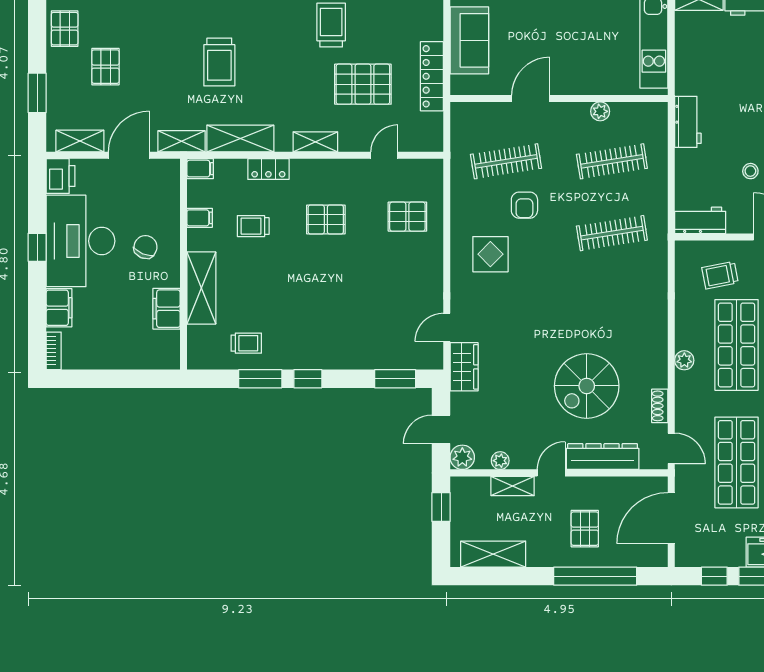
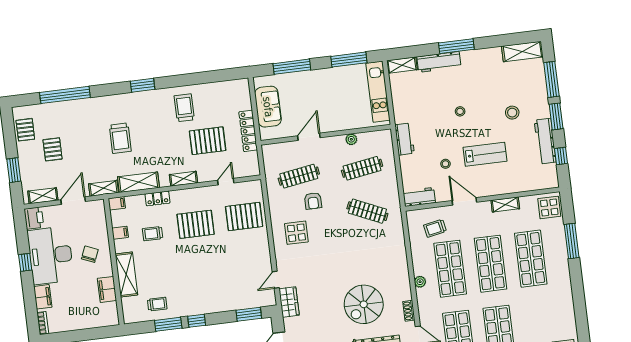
pallet: (407, 217) -> (244, 216), width x1.50, depth x1.42
pallet: (326, 220) -> (196, 224), width x1.50, depth x1.42
clothes rail: (612, 233) -> (367, 211), turned 33

